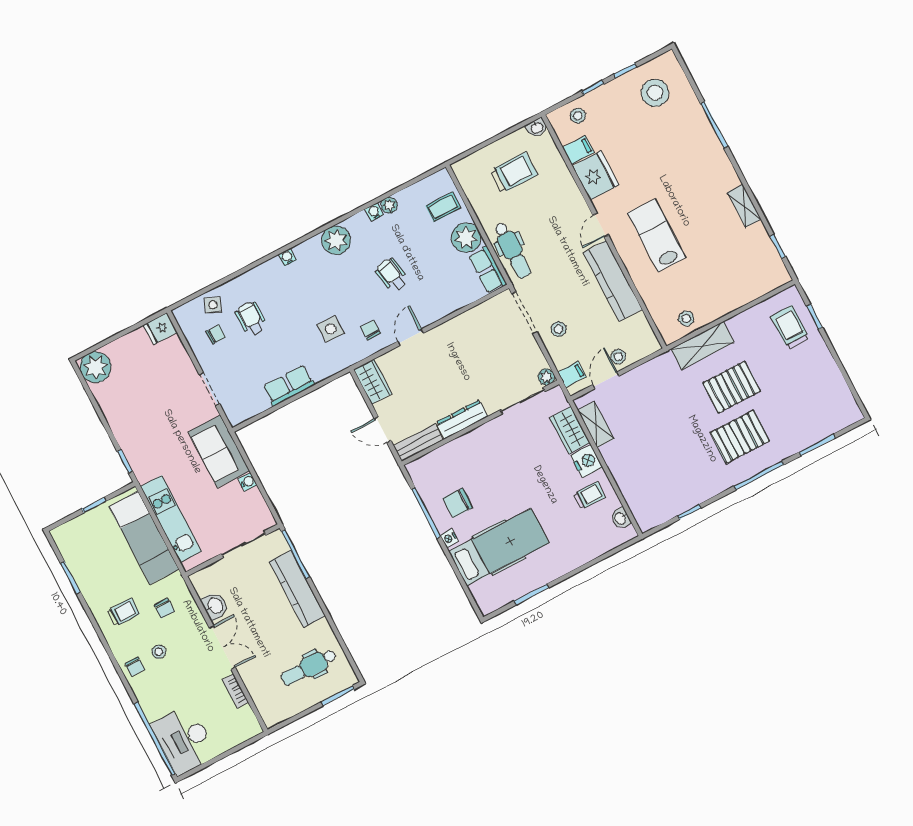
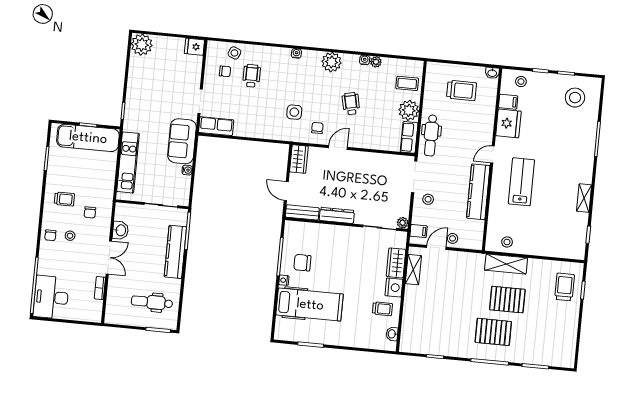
row of seats: (289, 386) -> (216, 126), moved
exam couch: (144, 538) -> (88, 138), moved, turned -90

